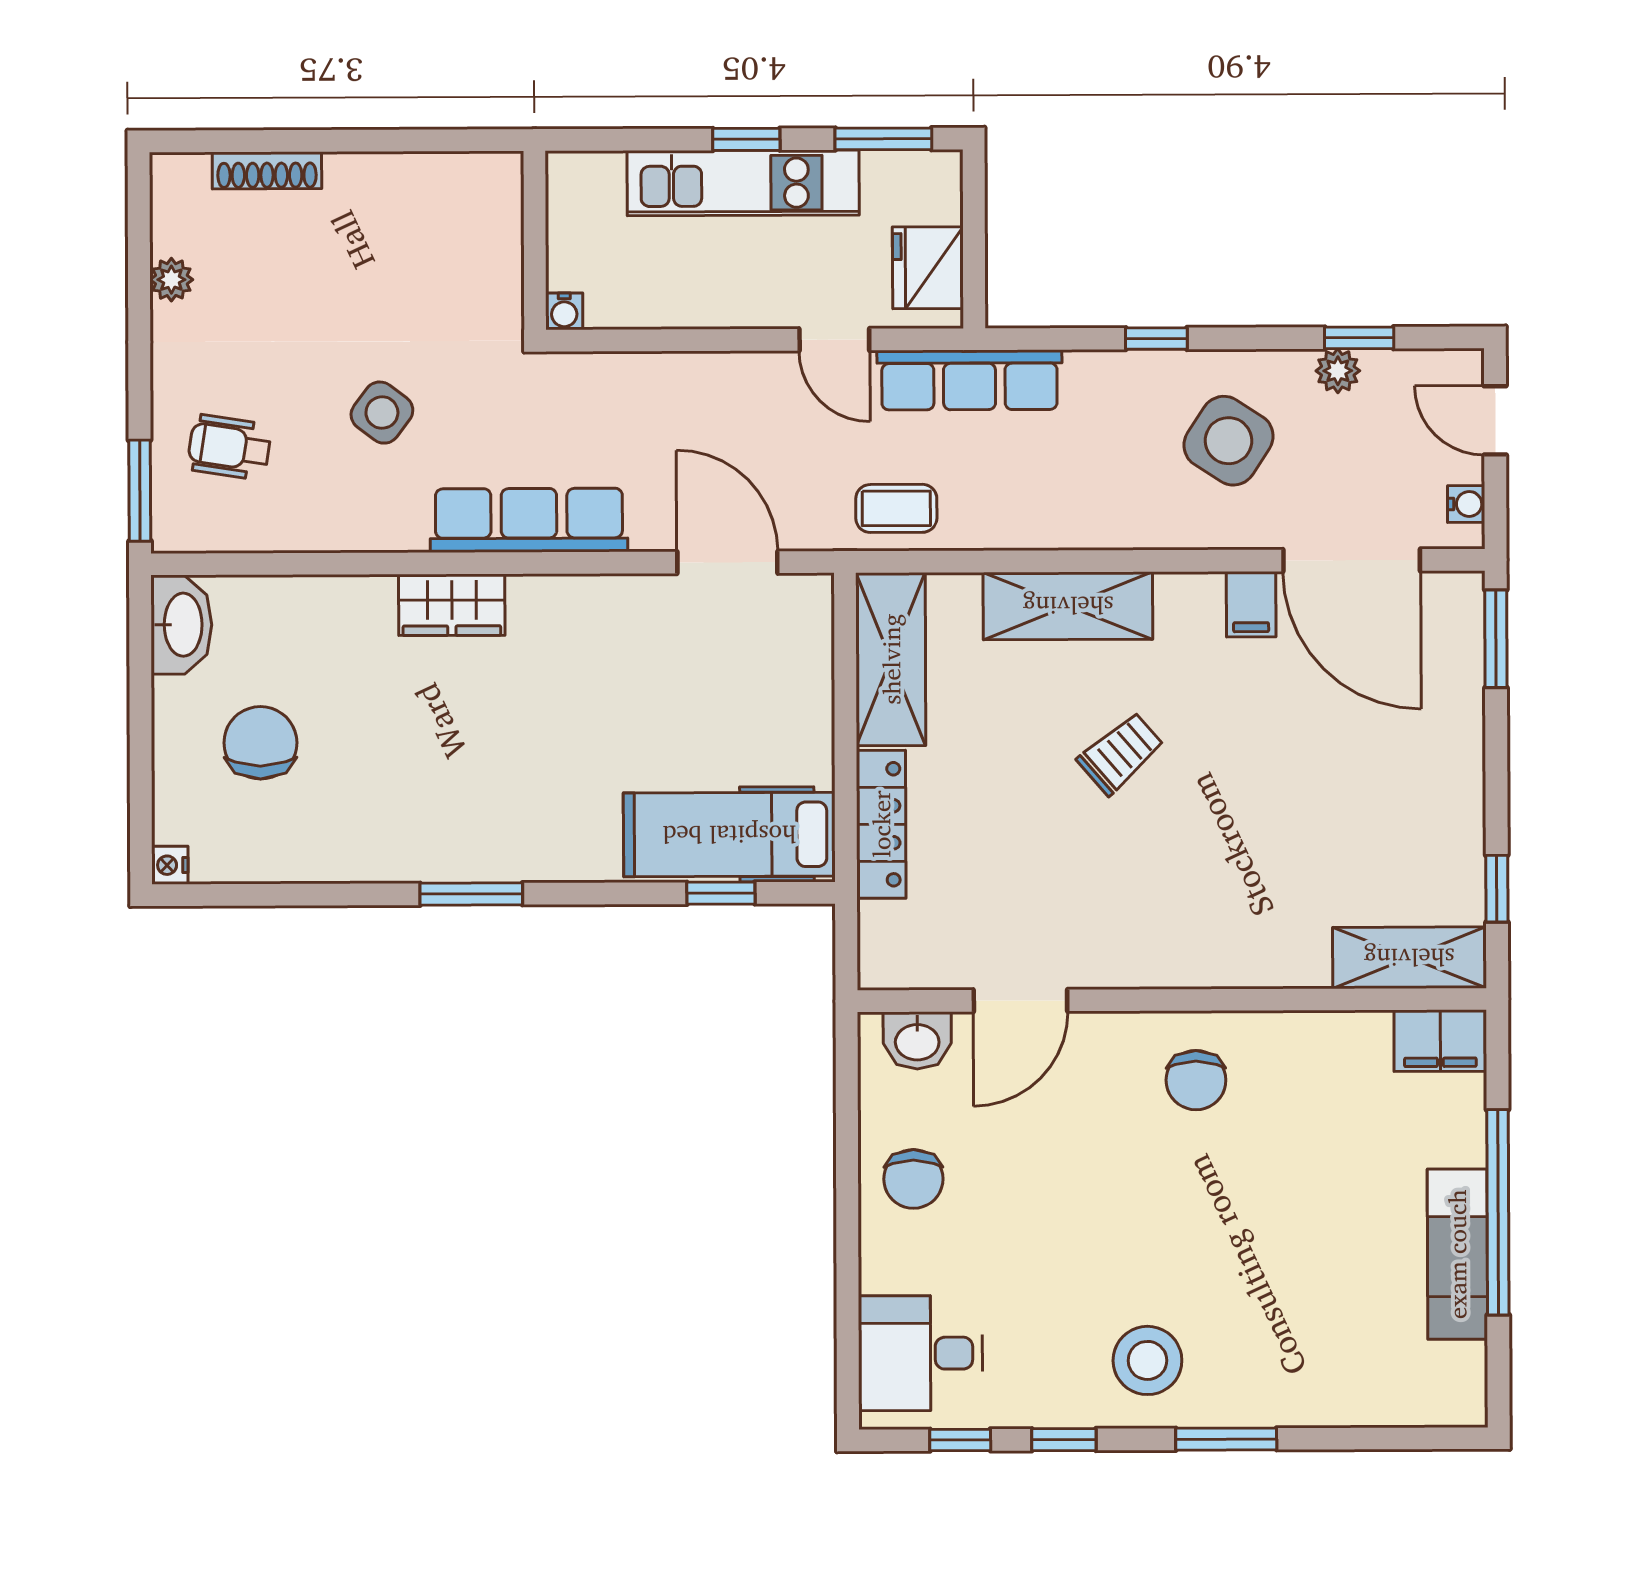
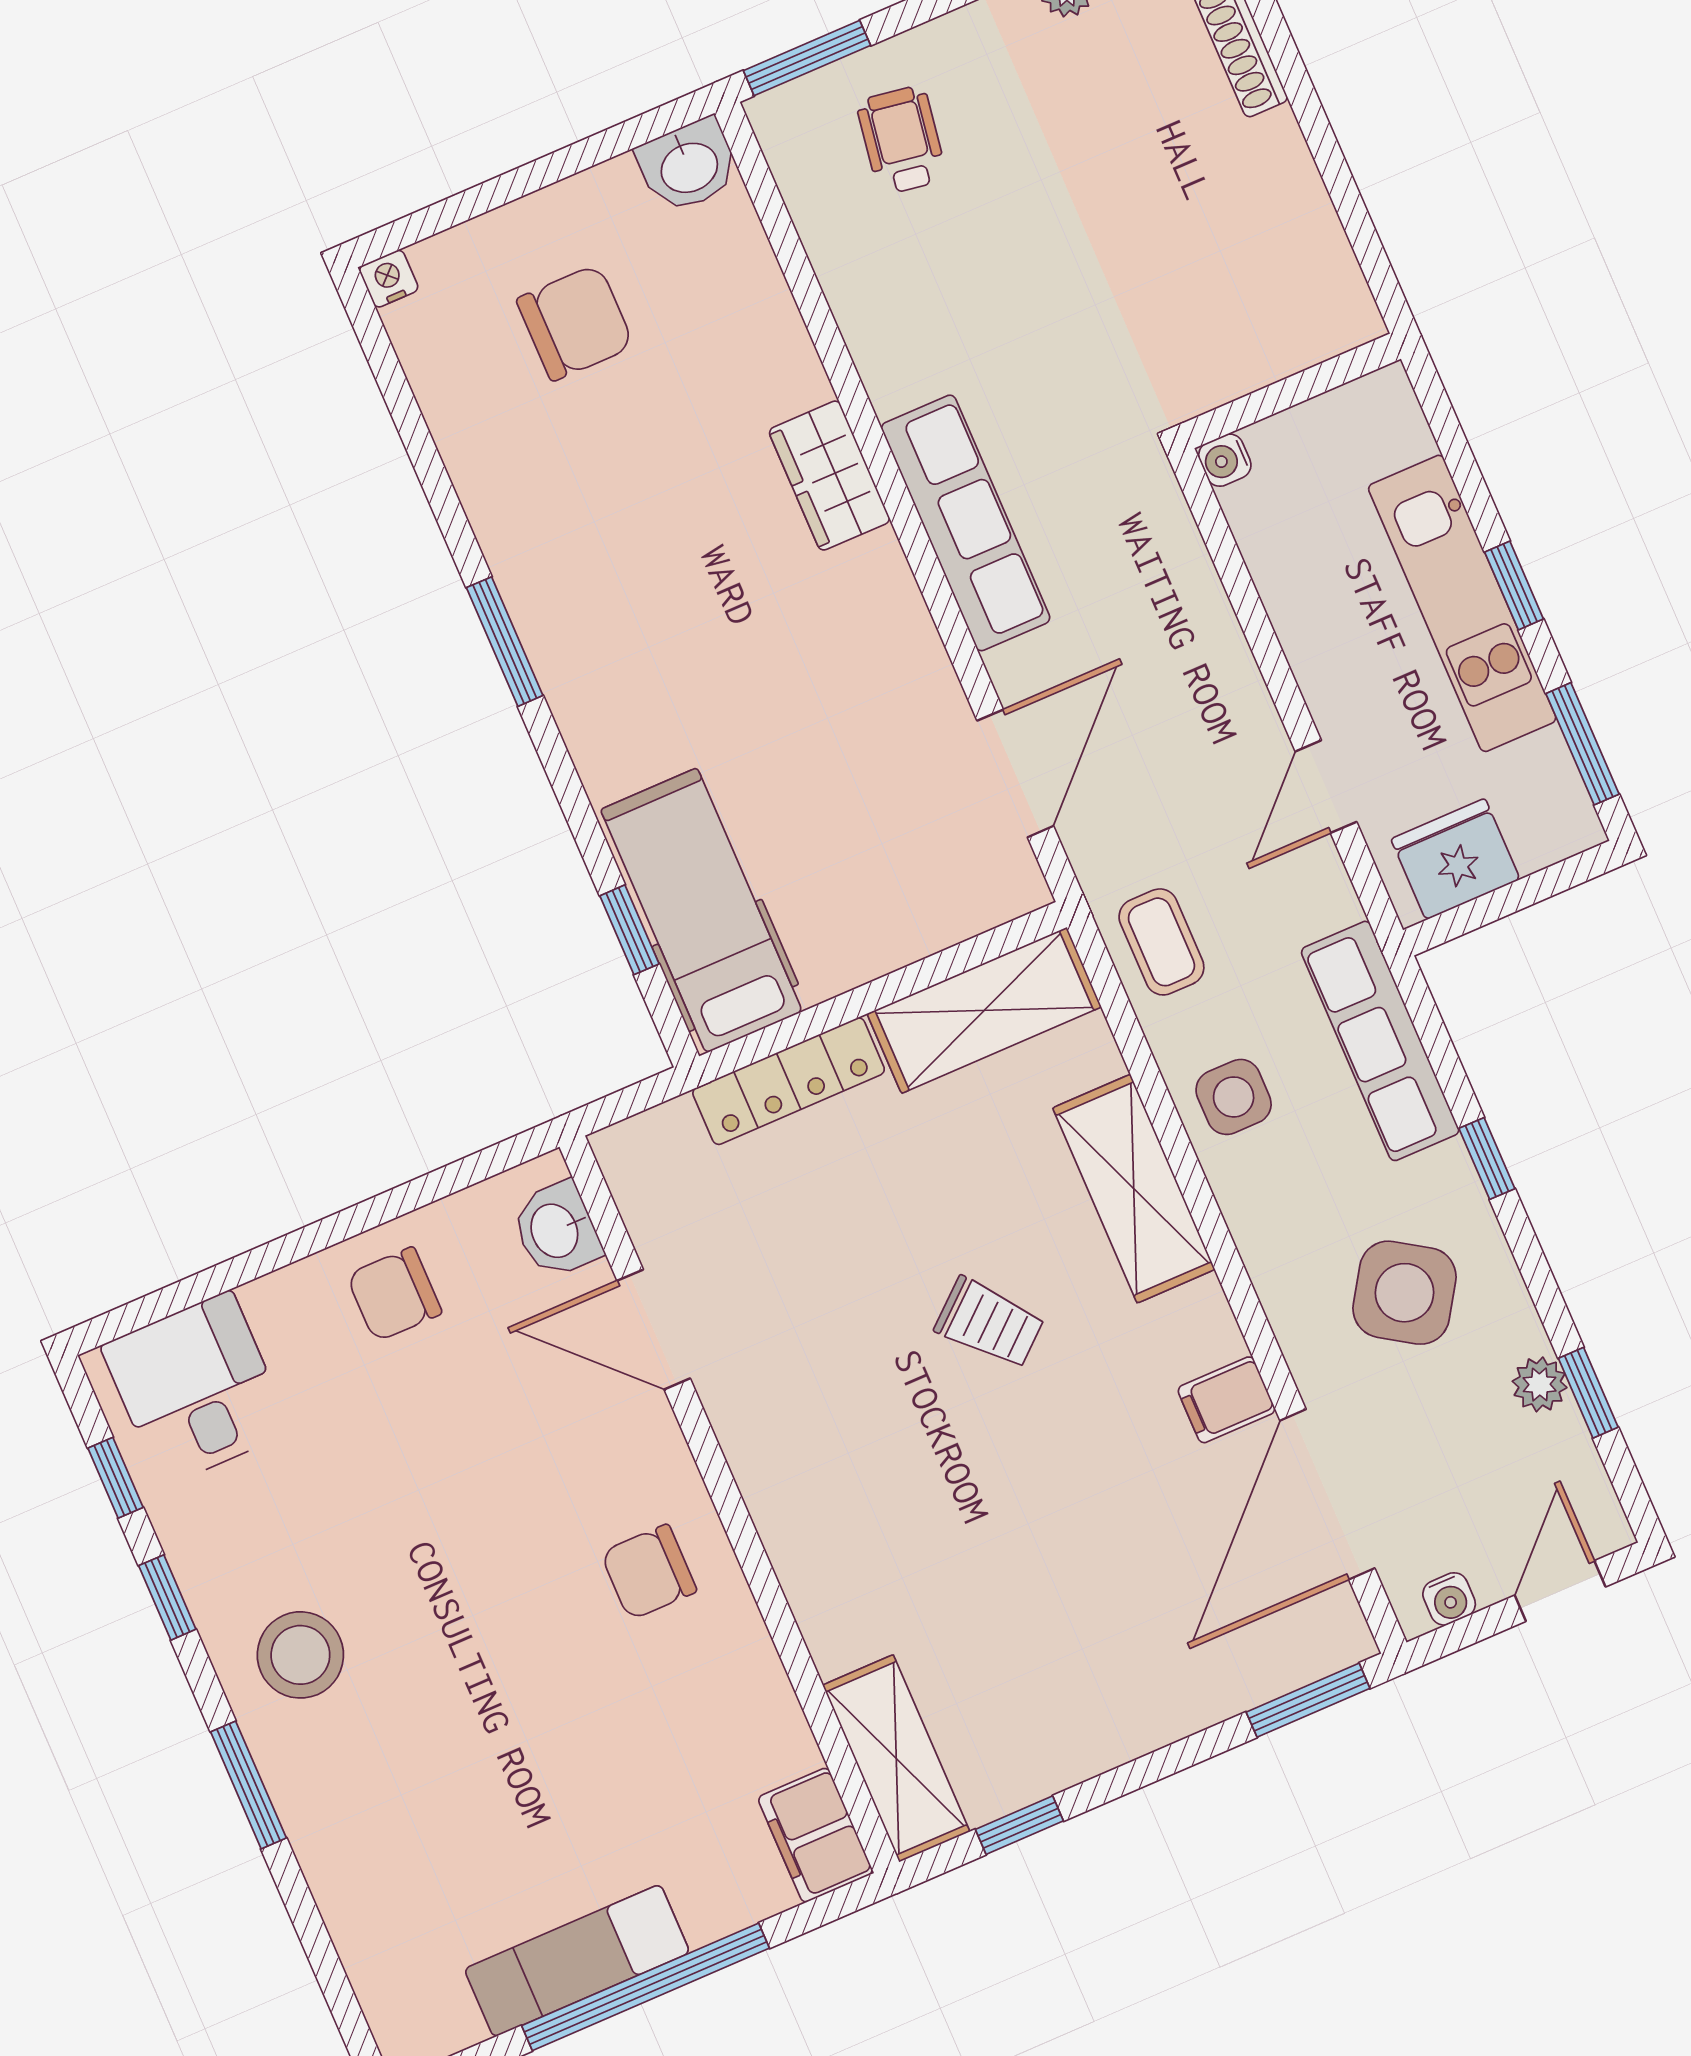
row of seats: (969, 380) -> (1380, 1041), moved
side table: (382, 413) -> (1234, 1097), moved, turned -37
washbasin: (181, 625) -> (688, 166), width x0.72

